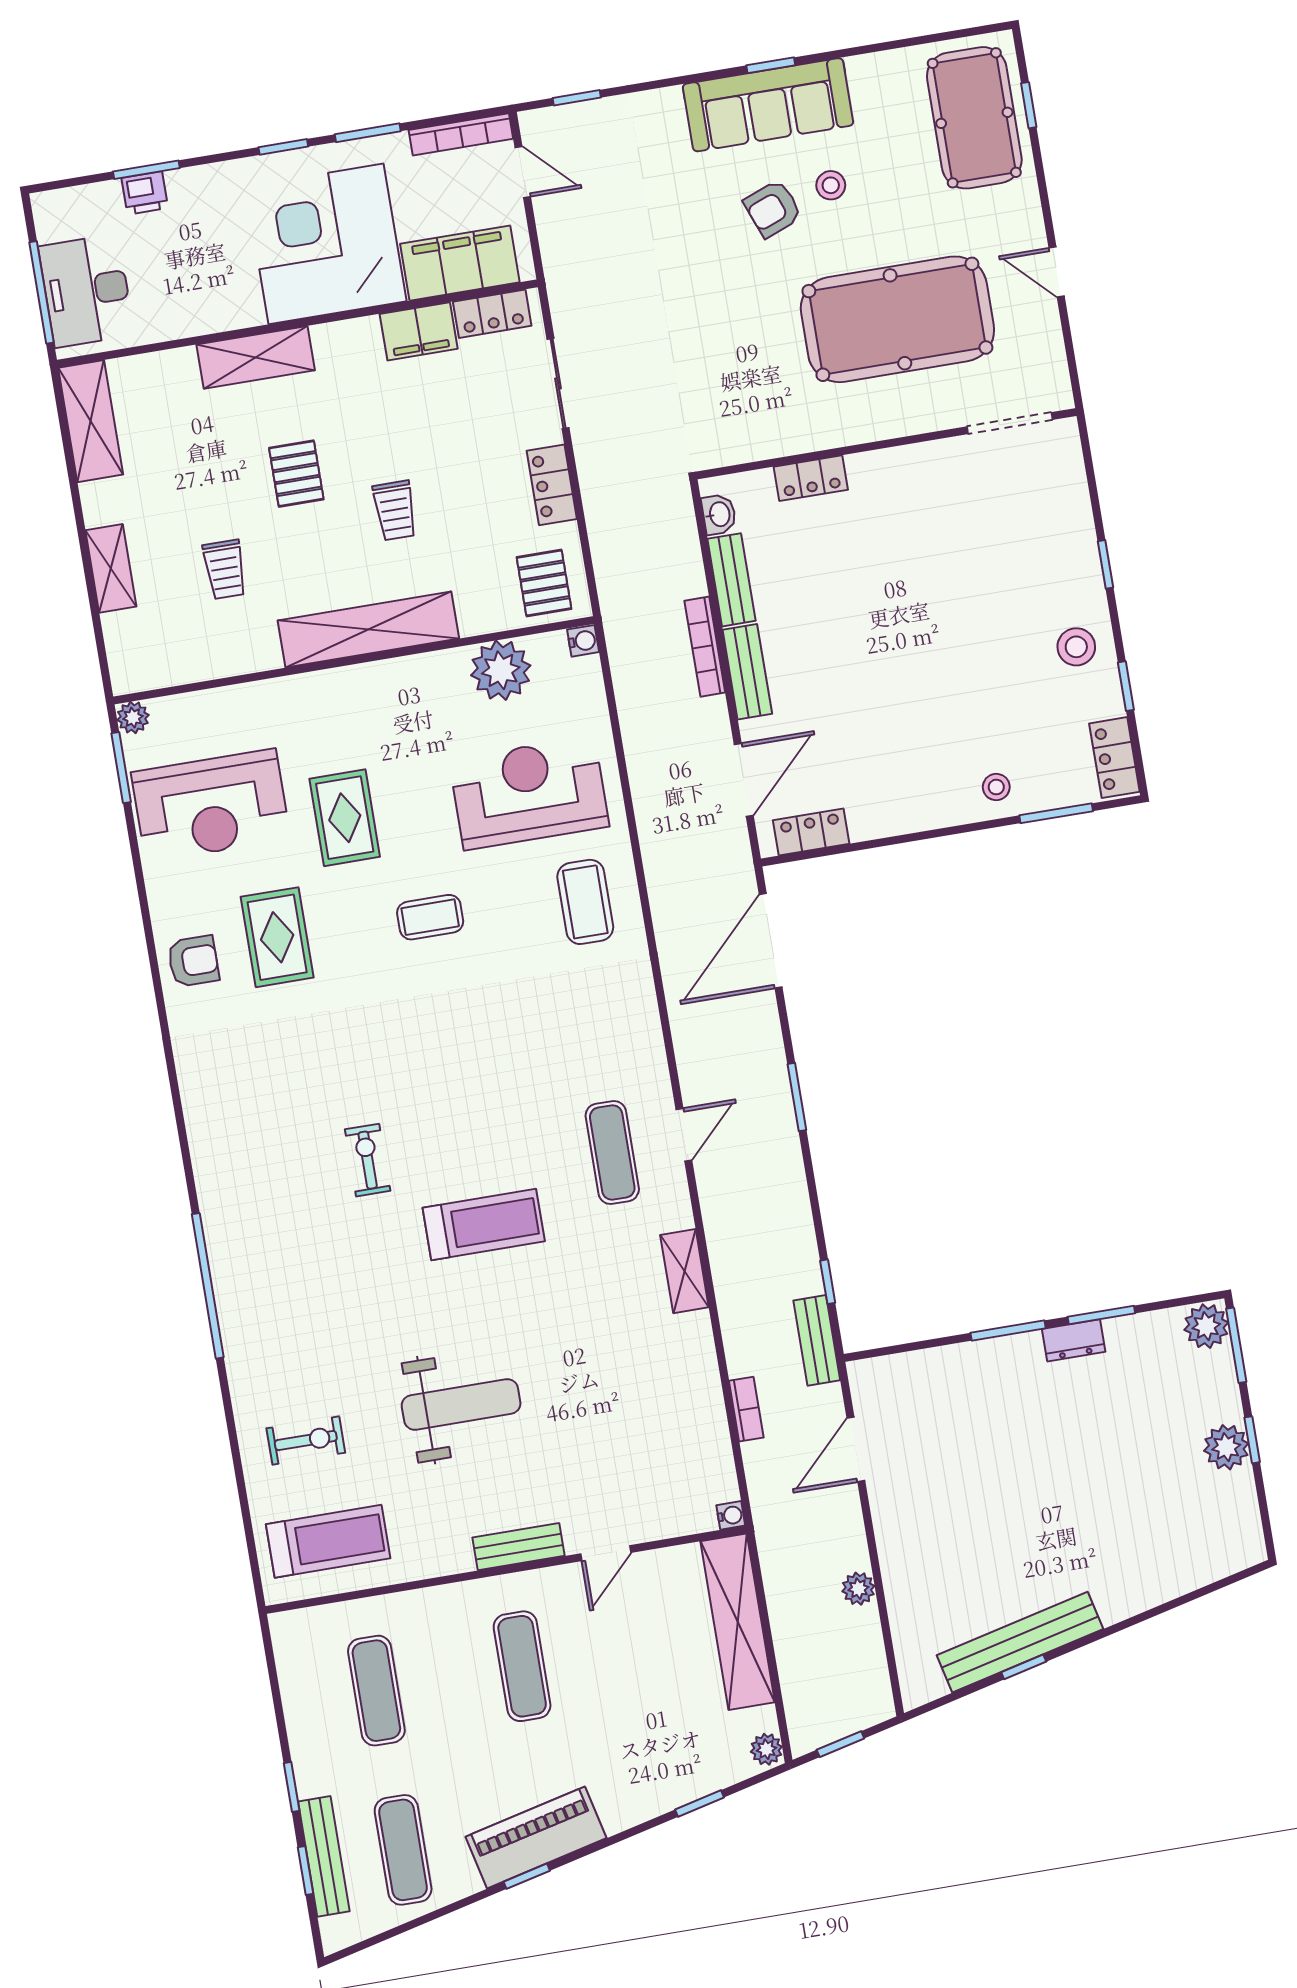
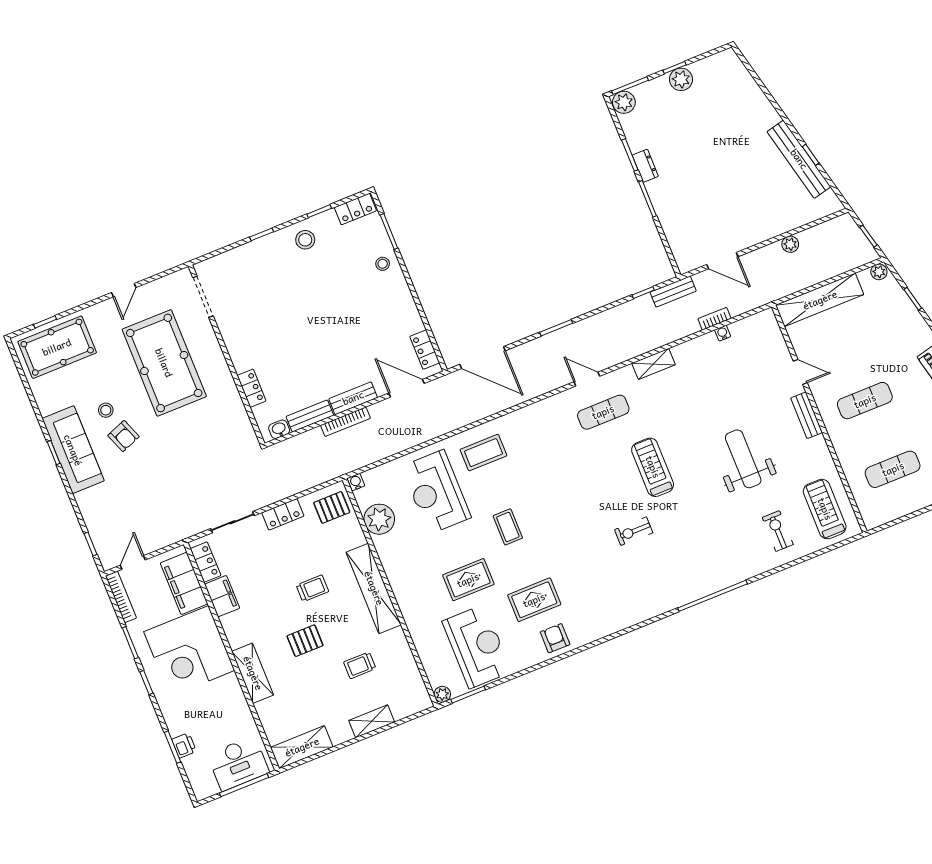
trolley: (225, 569) -> (360, 665), turned 180
water cooler: (731, 1515) -> (723, 333), moved

